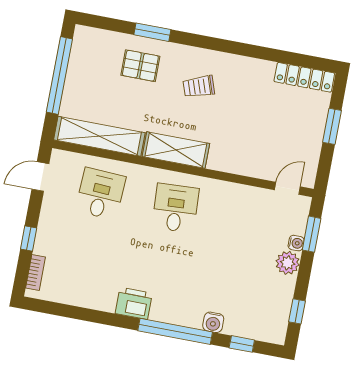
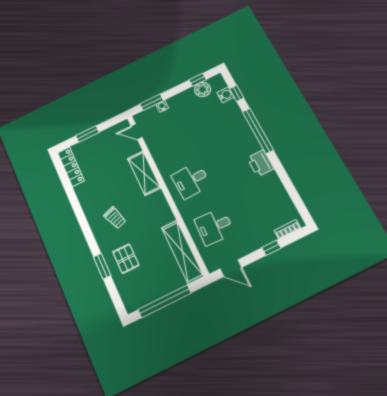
shelving: (176, 150) -> (144, 173), moved
plant: (288, 263) -> (203, 90), moved
water cooler: (213, 322) -> (226, 95), moved

